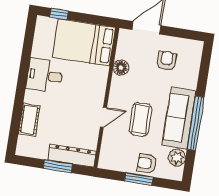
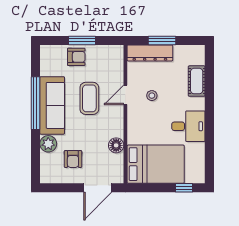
stool: (77, 112) -> (152, 96), added
plant: (177, 158) -> (48, 144), moved

